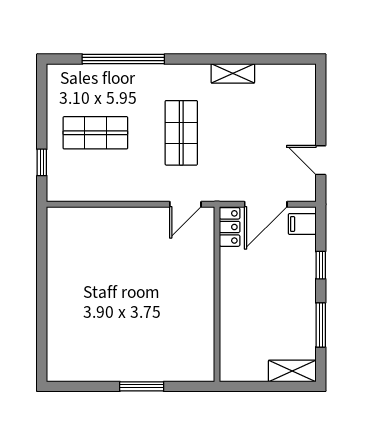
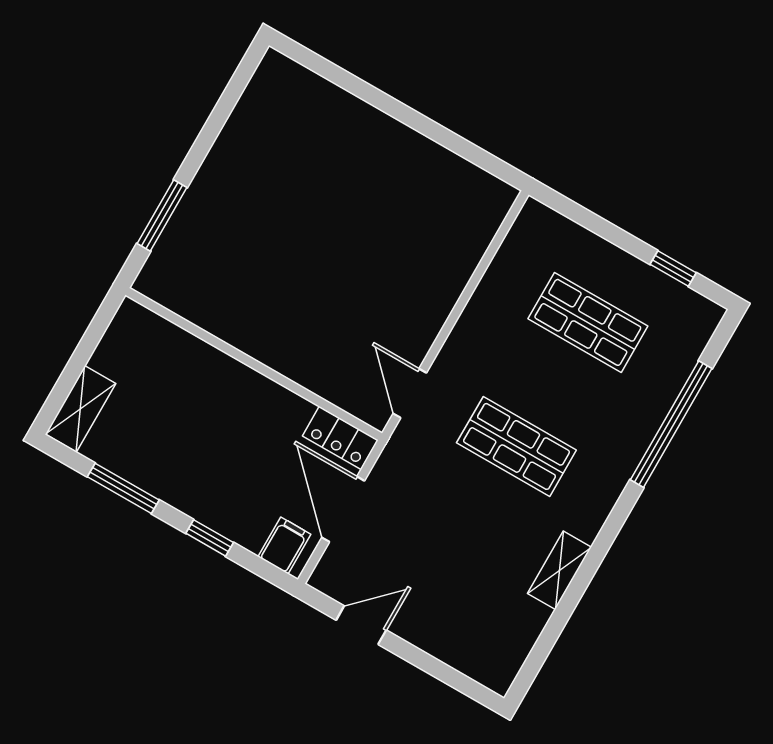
shop shelf: (95, 133) -> (588, 322), turned 90
window: (42, 162) -> (673, 269), moved
window: (142, 386) -> (162, 215), moved

